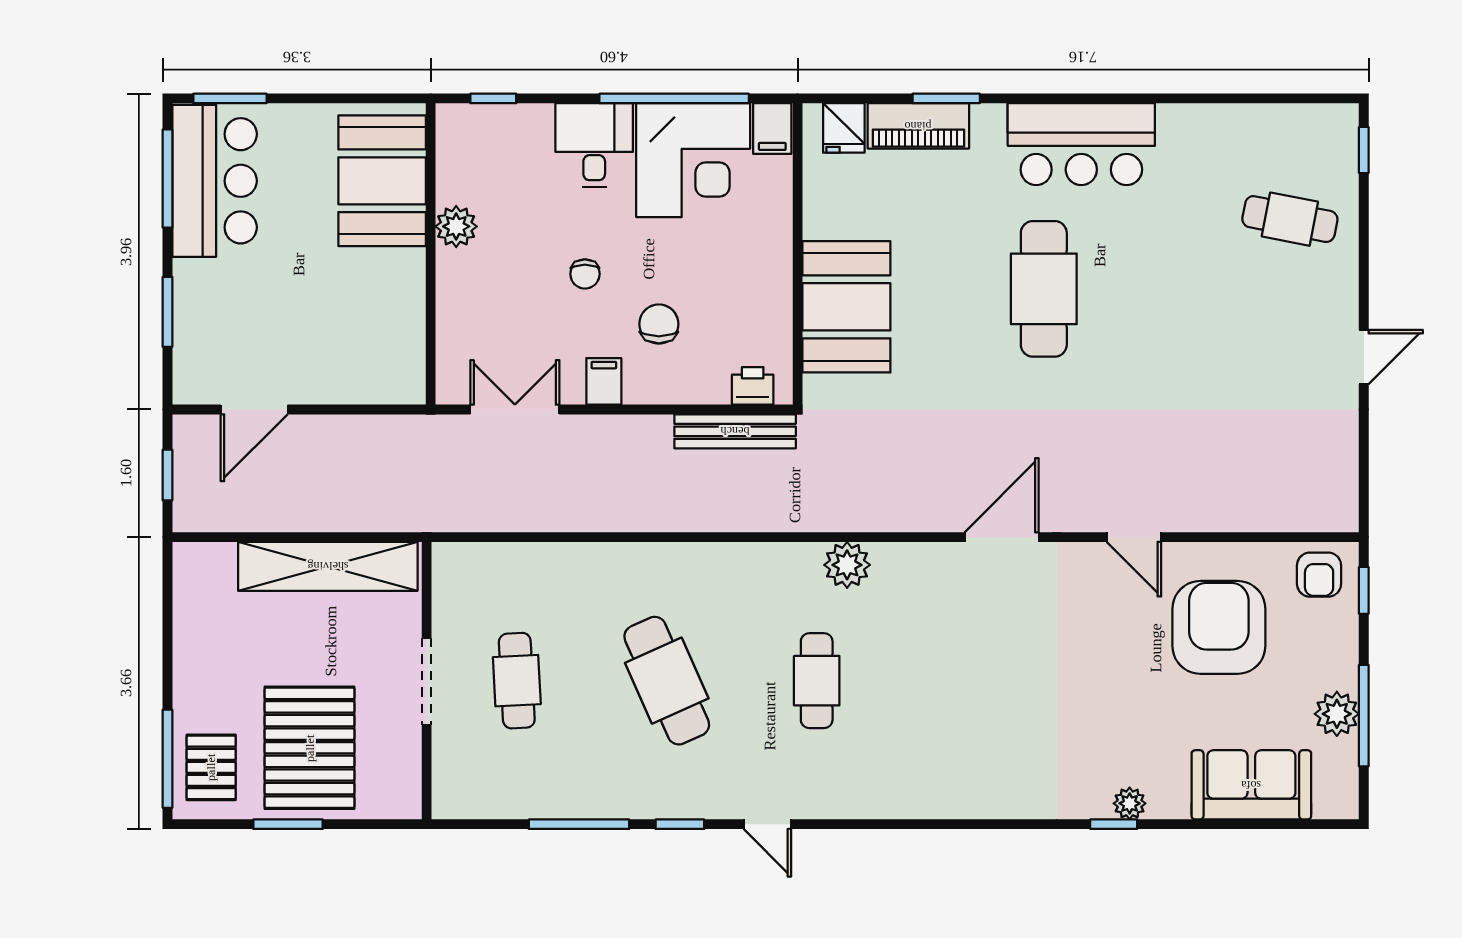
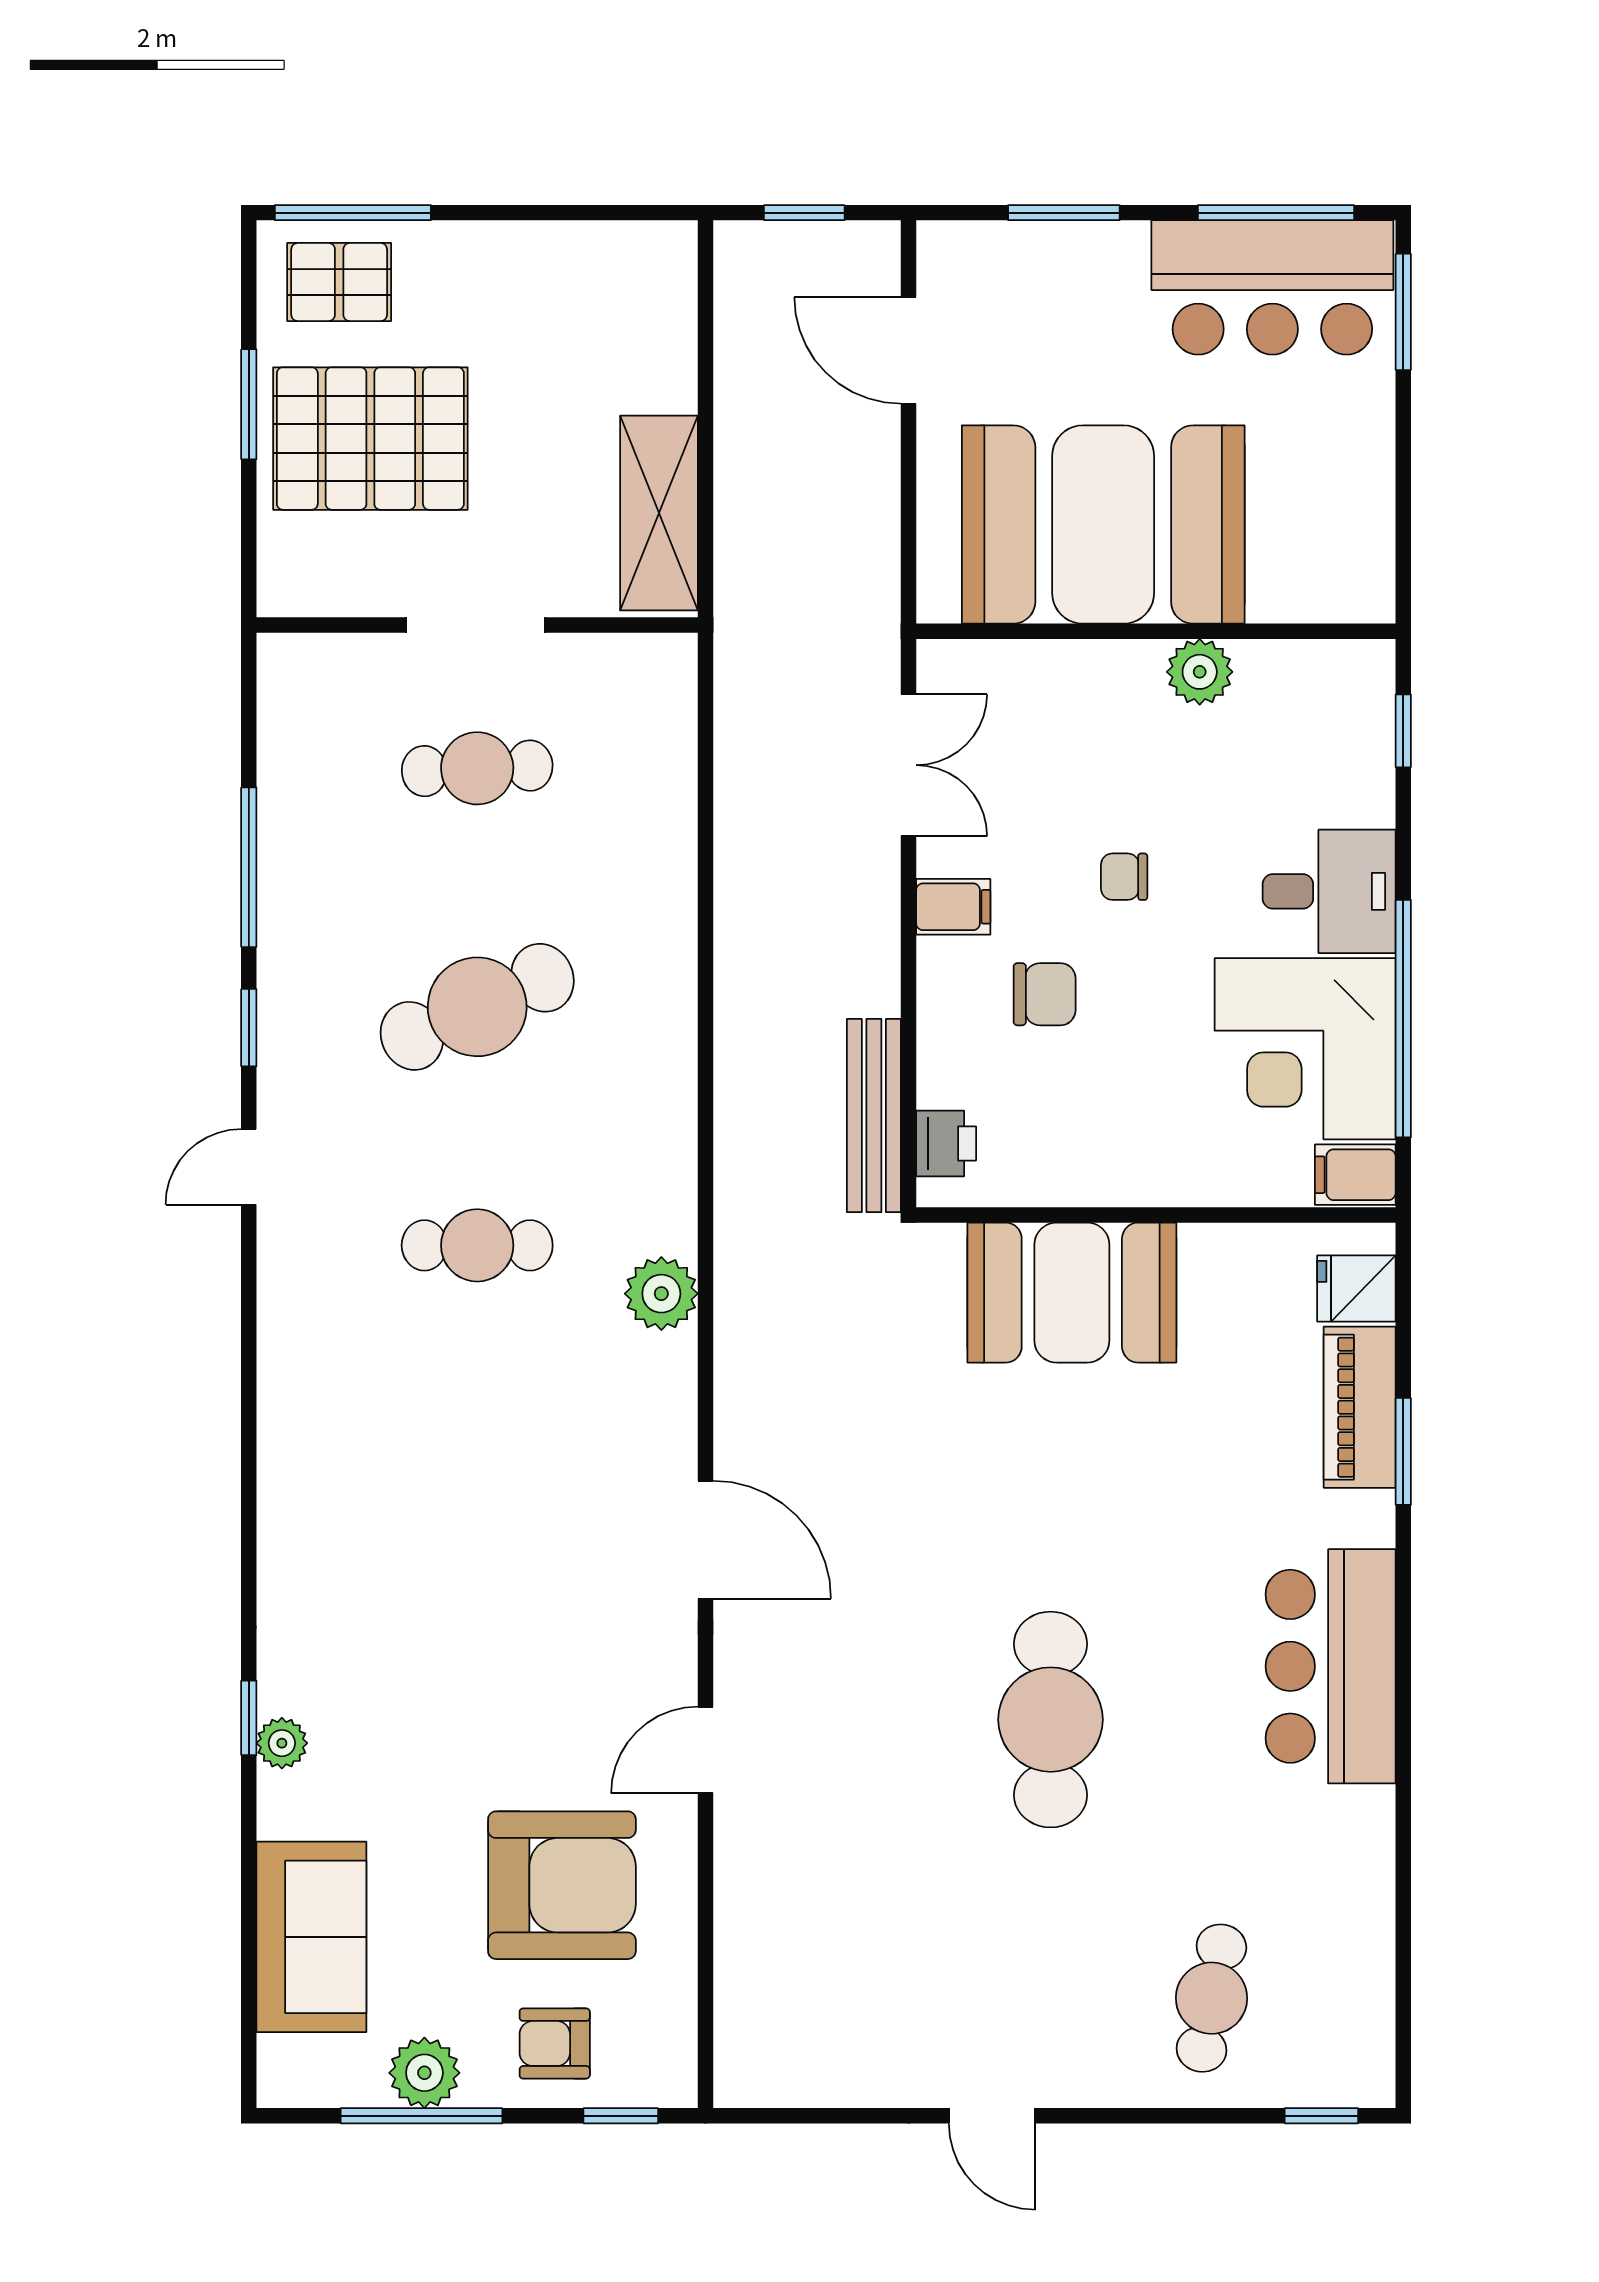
booth: (382, 181) -> (1103, 524), moved, width x1.36, depth x1.42
cafe table: (1044, 289) -> (1051, 1720), moved, turned 90
shelving: (328, 566) -> (659, 513), width x0.68
armchair: (1319, 575) -> (555, 2043), moved

